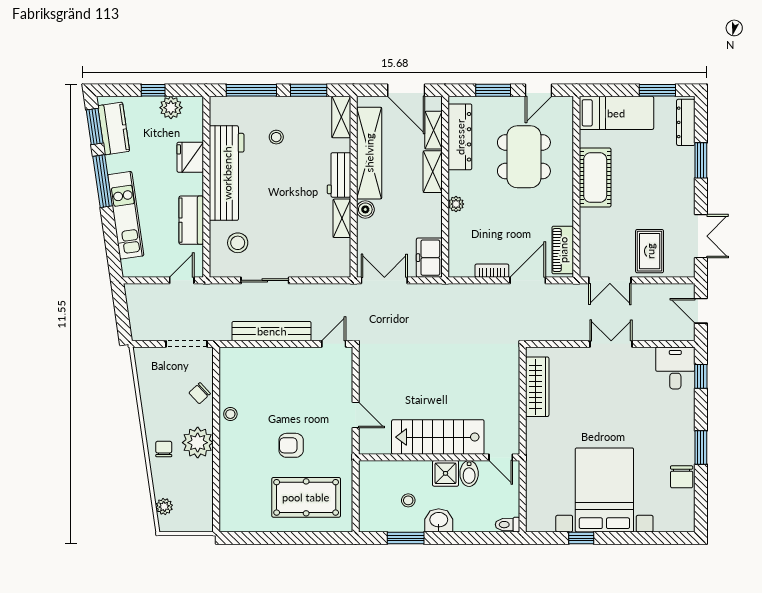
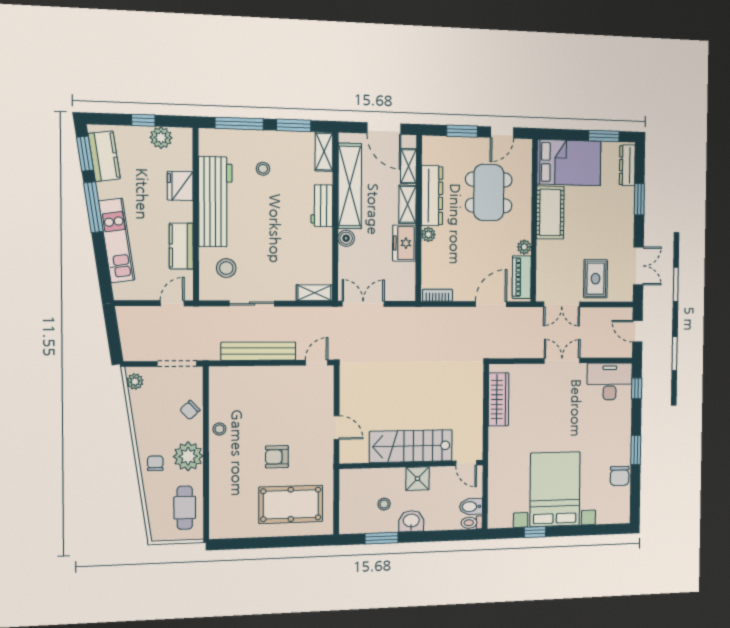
bed: (616, 113) -> (569, 163), width x1.50
dresser: (460, 137) -> (432, 196), moved
plant: (565, 216) -> (524, 247), added
shelving: (342, 218) -> (314, 293), moved, turned 90
freezer: (429, 258) -> (404, 243), moved
bookcase: (492, 271) -> (438, 295), moved
desk: (675, 368) -> (610, 381), width x1.37
bidet: (469, 473) -> (471, 507), moved, turned 90
cafe table: (194, 497) -> (185, 508), added
plant: (164, 506) -> (135, 381), moved

